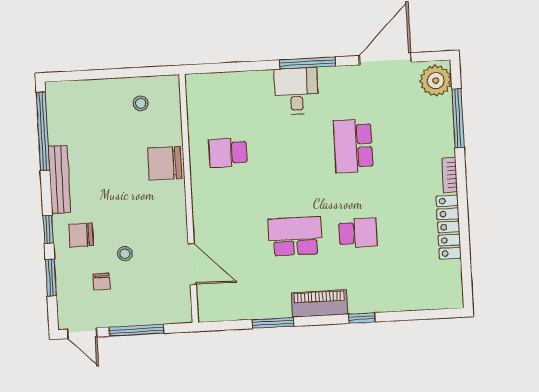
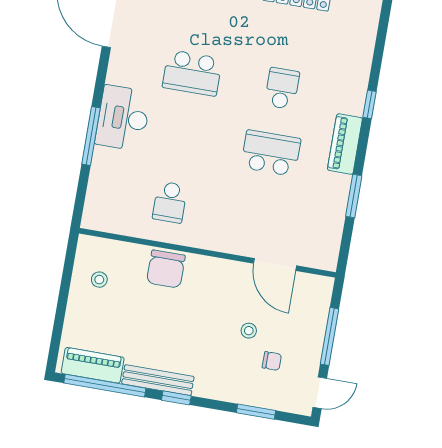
window: (308, 63) -> (91, 136), moved
desk: (296, 91) -> (123, 118), width x1.37
piano: (59, 115) -> (93, 365), added
window: (48, 229) -> (176, 398), moved
chair: (81, 235) -> (220, 371), removed
school desk: (295, 236) -> (271, 153), turned 90
door: (192, 264) -> (275, 265), swing flipped

